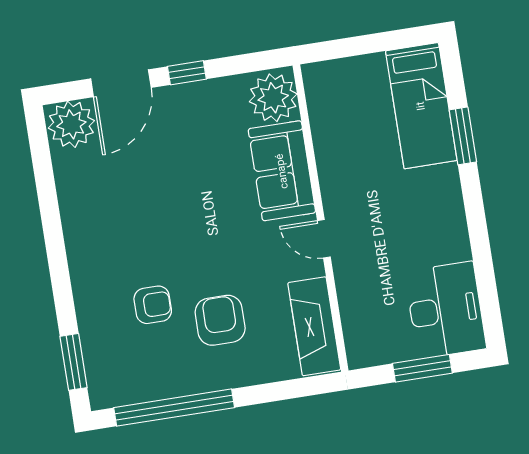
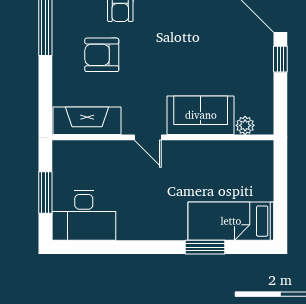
plant: (273, 98) -> (245, 125), width x0.53, depth x0.53
door: (324, 239) -> (148, 137), swing flipped
armchair: (220, 320) -> (102, 55), turned 180

